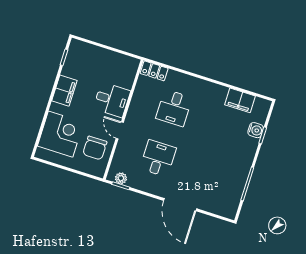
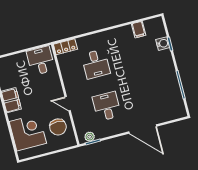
desk: (112, 100) -> (41, 61), moved, turned -90
filing cabinet: (240, 100) -> (139, 30), width x0.50

